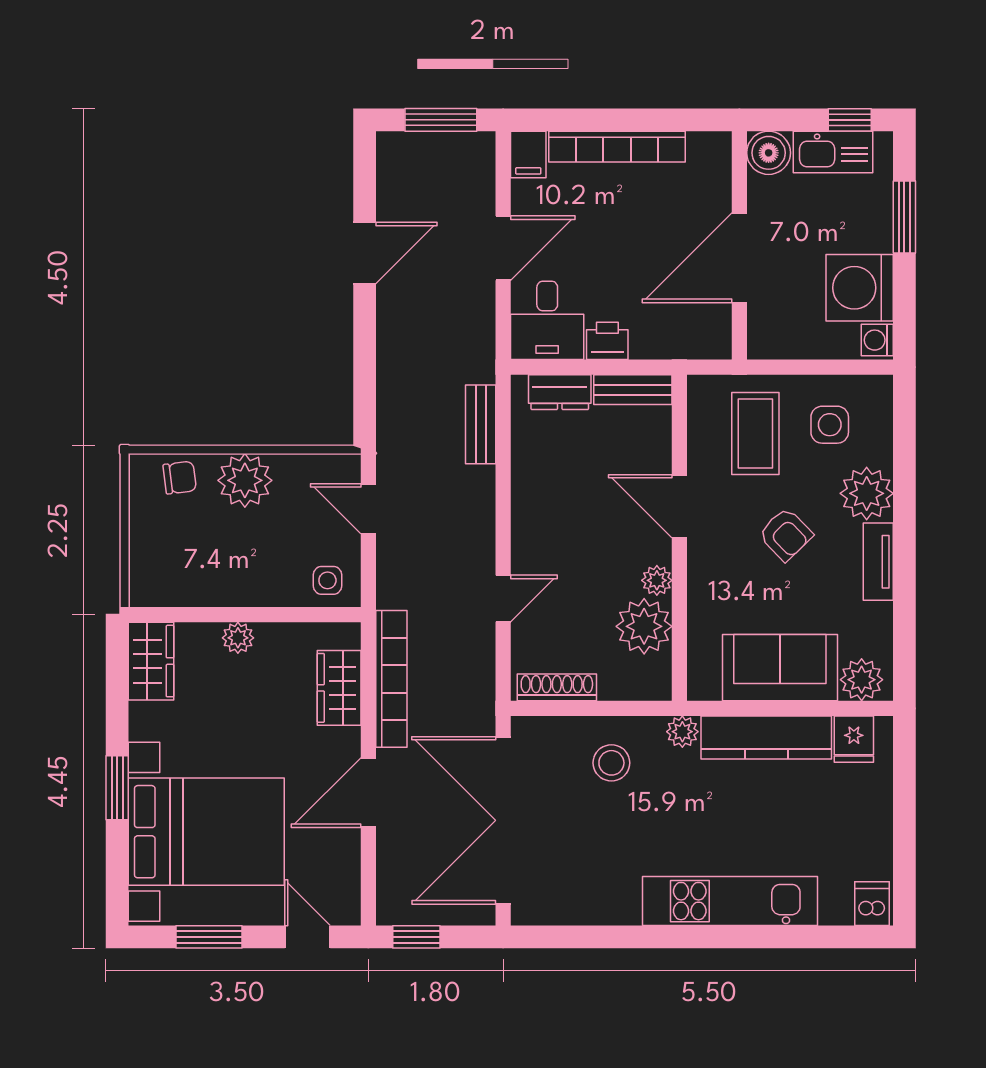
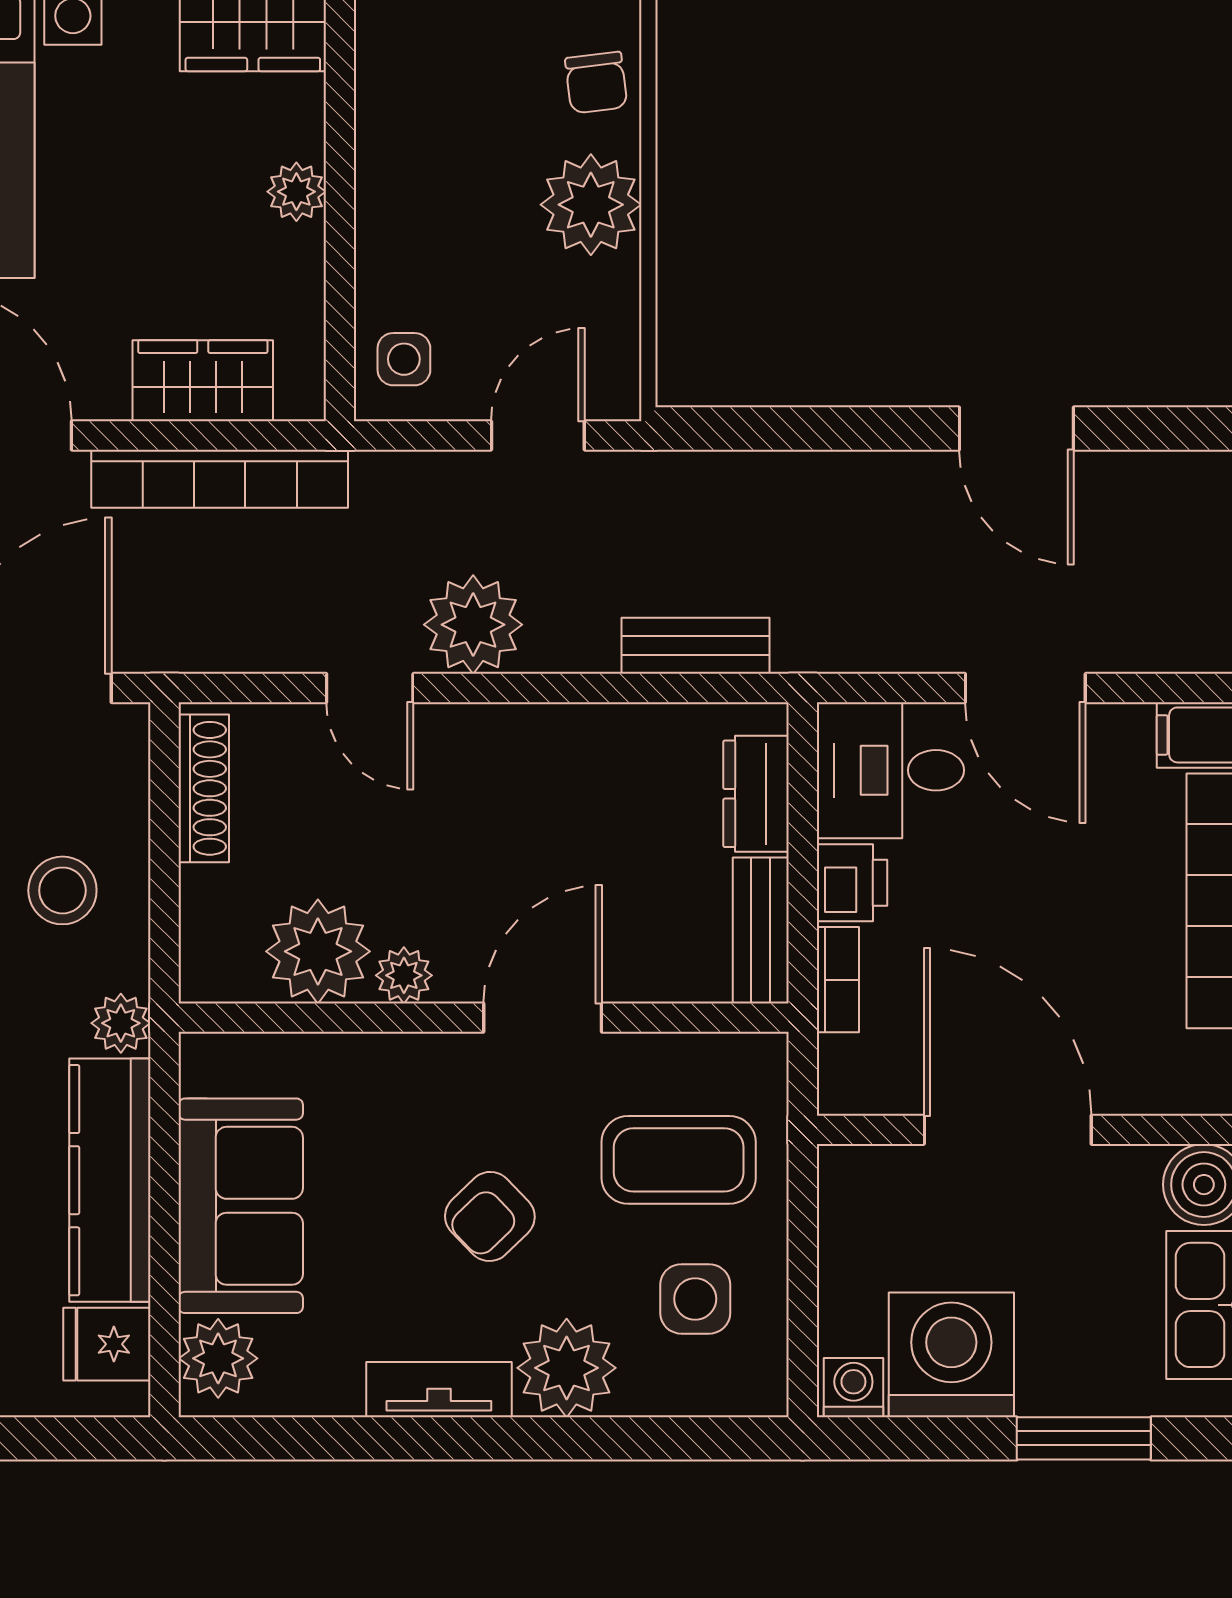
bookcase: (659, 348) -> (838, 980), added
plant: (469, 543) -> (473, 625), added

